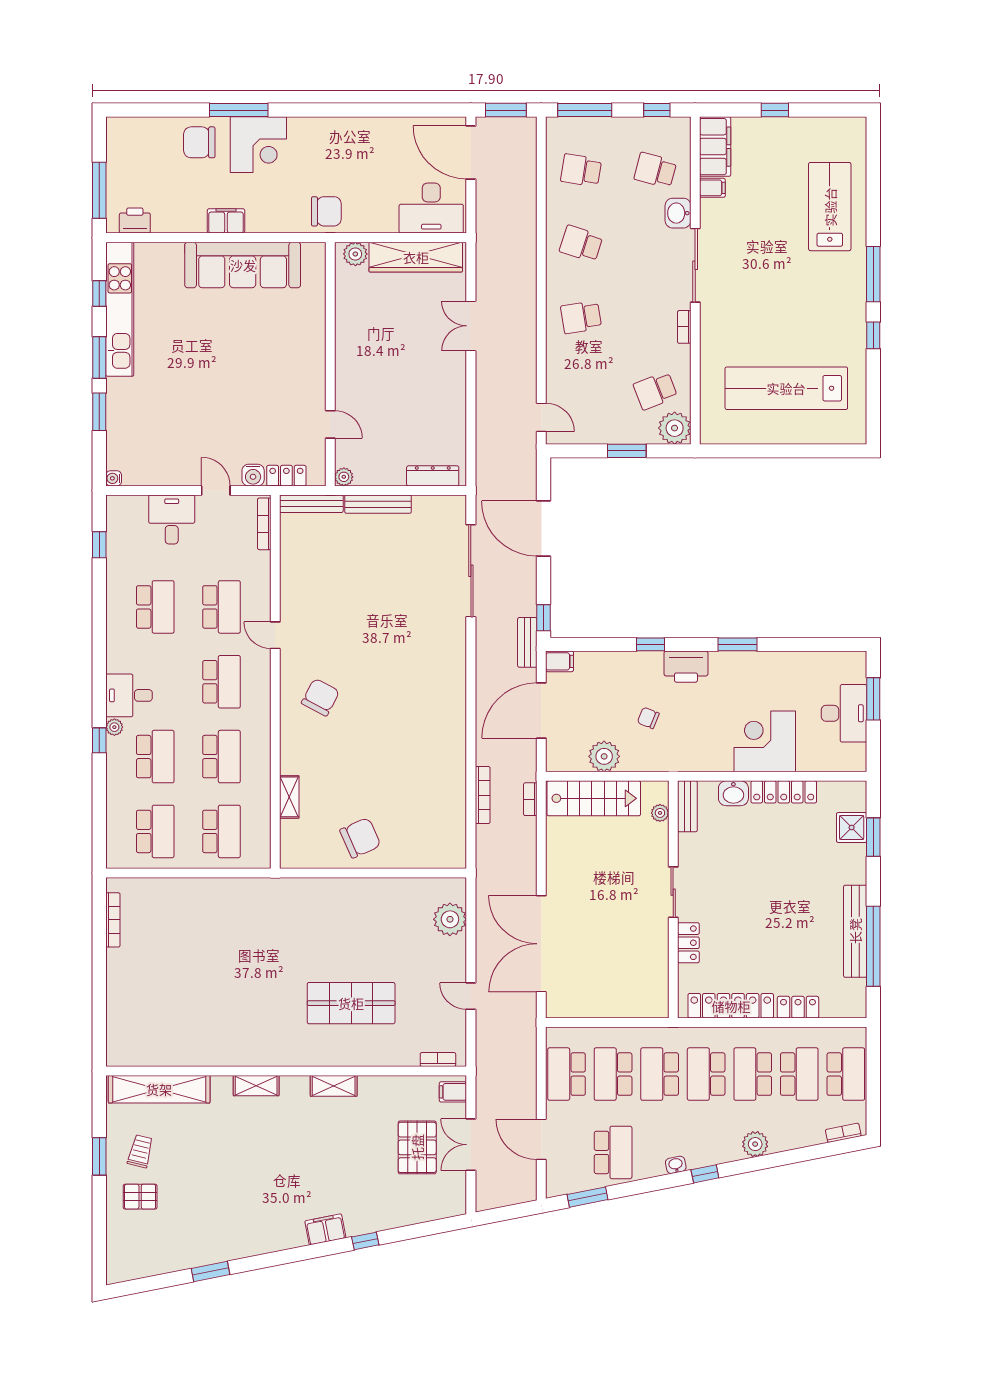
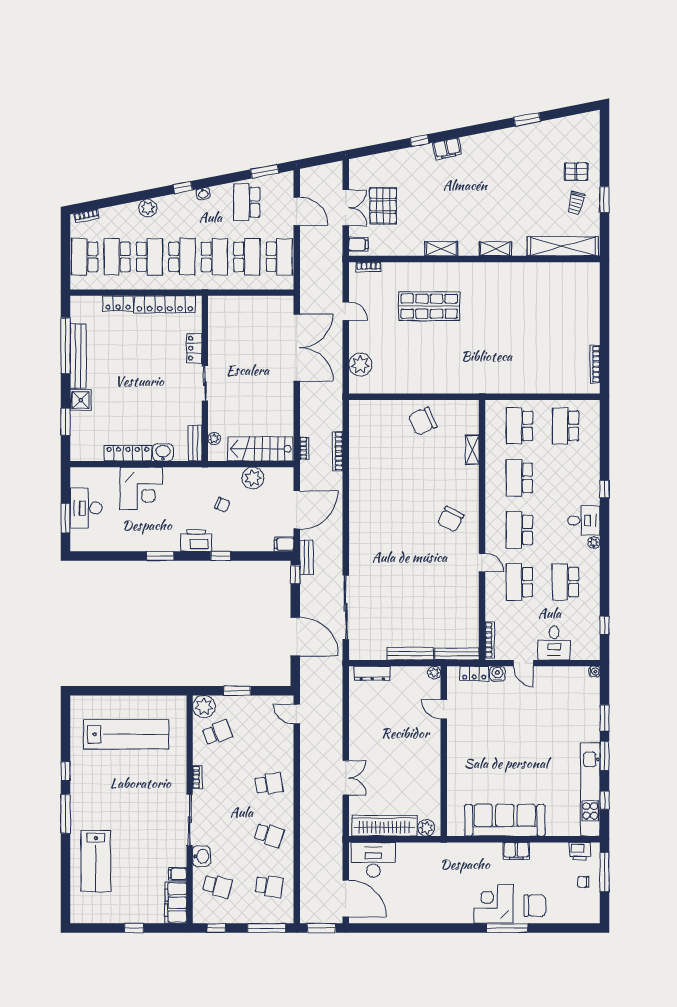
chair: (326, 211) -> (583, 882), moved, width x0.54, depth x0.54
plant: (114, 727) -> (594, 543), moved
school desk: (155, 757) -> (566, 478), removed
shower: (852, 827) -> (81, 400), moved

